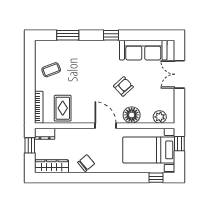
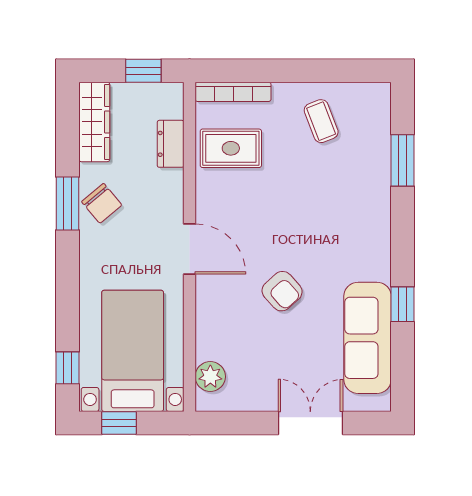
window: (111, 35) -> (403, 304), moved
floor lamp: (132, 115) -> (215, 311), removed
door: (105, 126) -> (190, 249), hinge flipped
dresser: (45, 134) -> (171, 144), moved
window: (179, 144) -> (119, 423), moved
window: (86, 178) -> (67, 203), added

